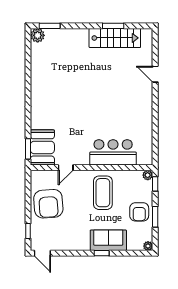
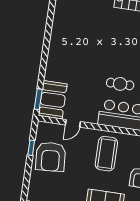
cafe table: (106, 122) -> (120, 84), added
window: (28, 231) -> (31, 148), moved

